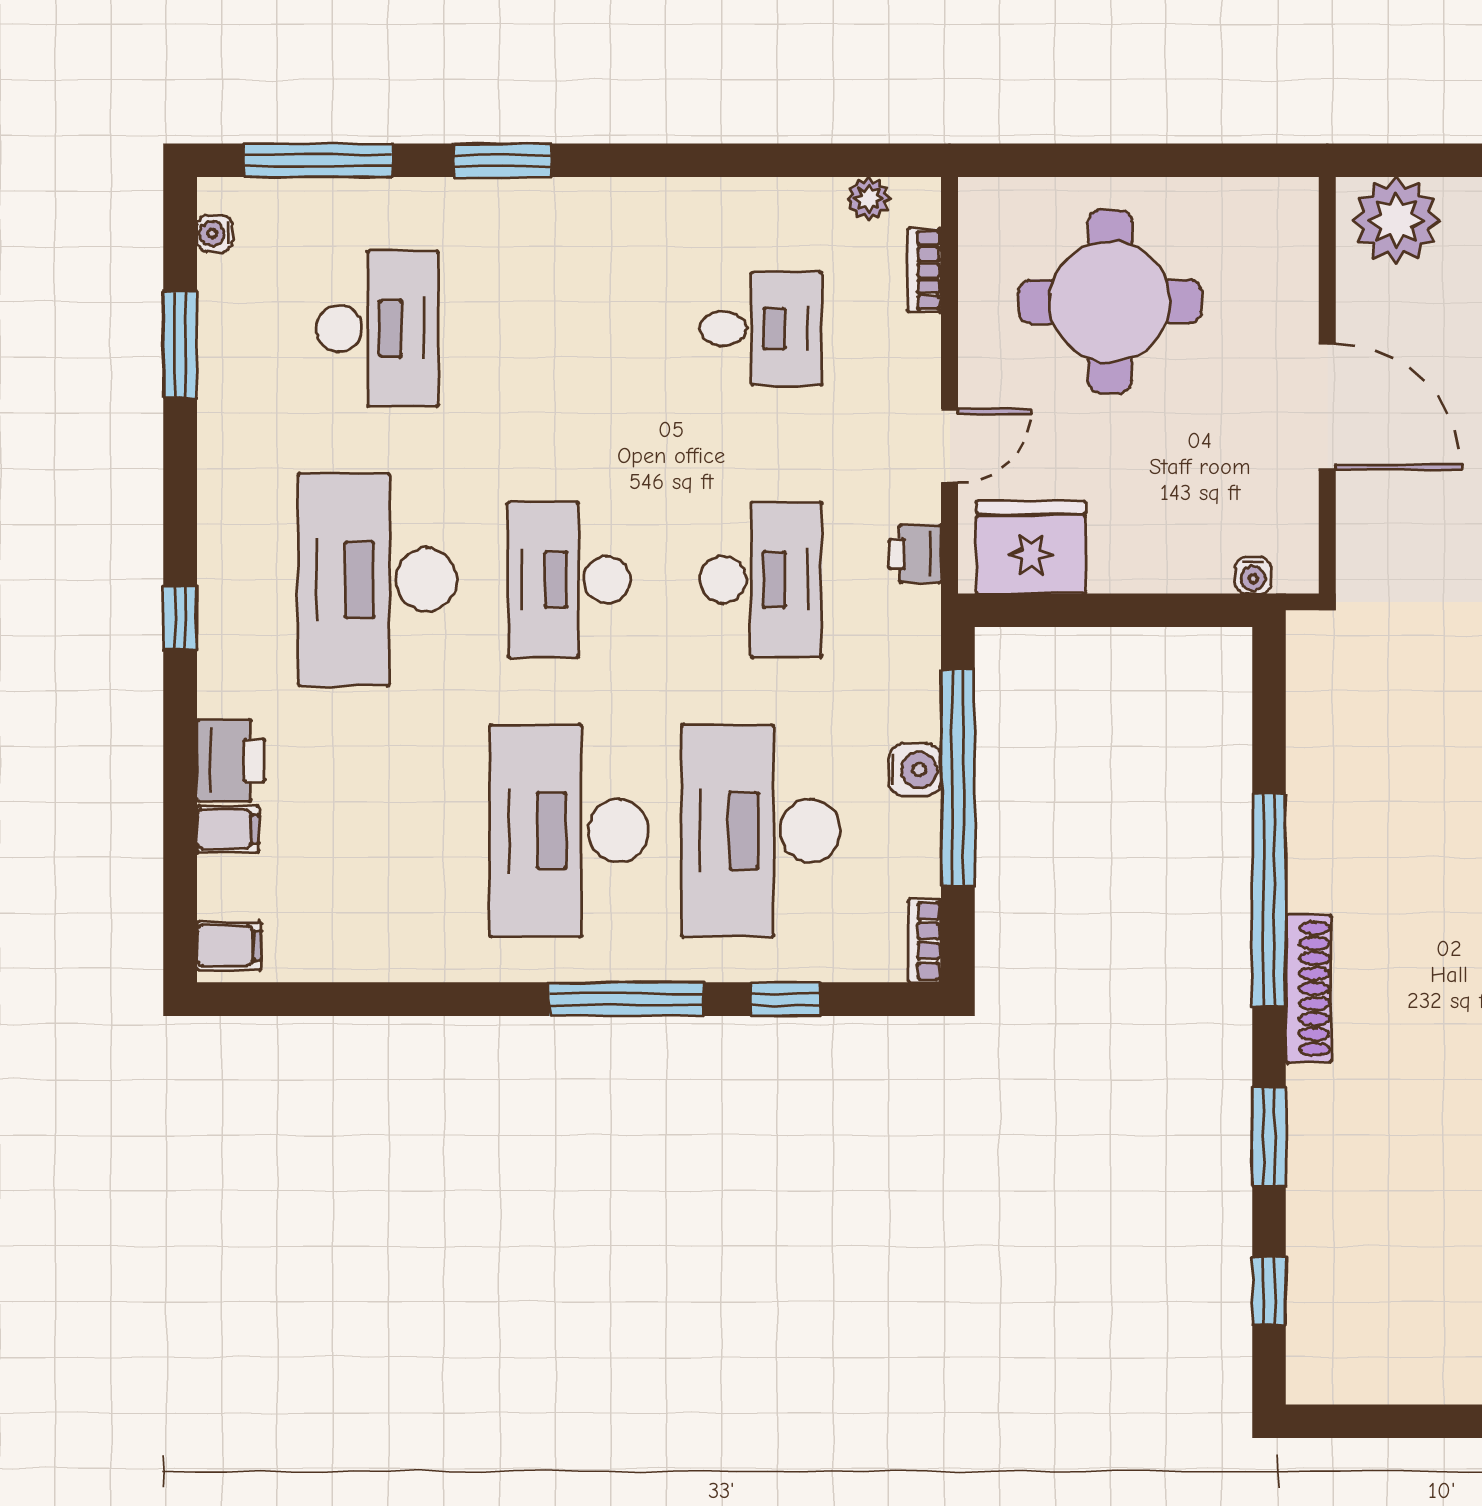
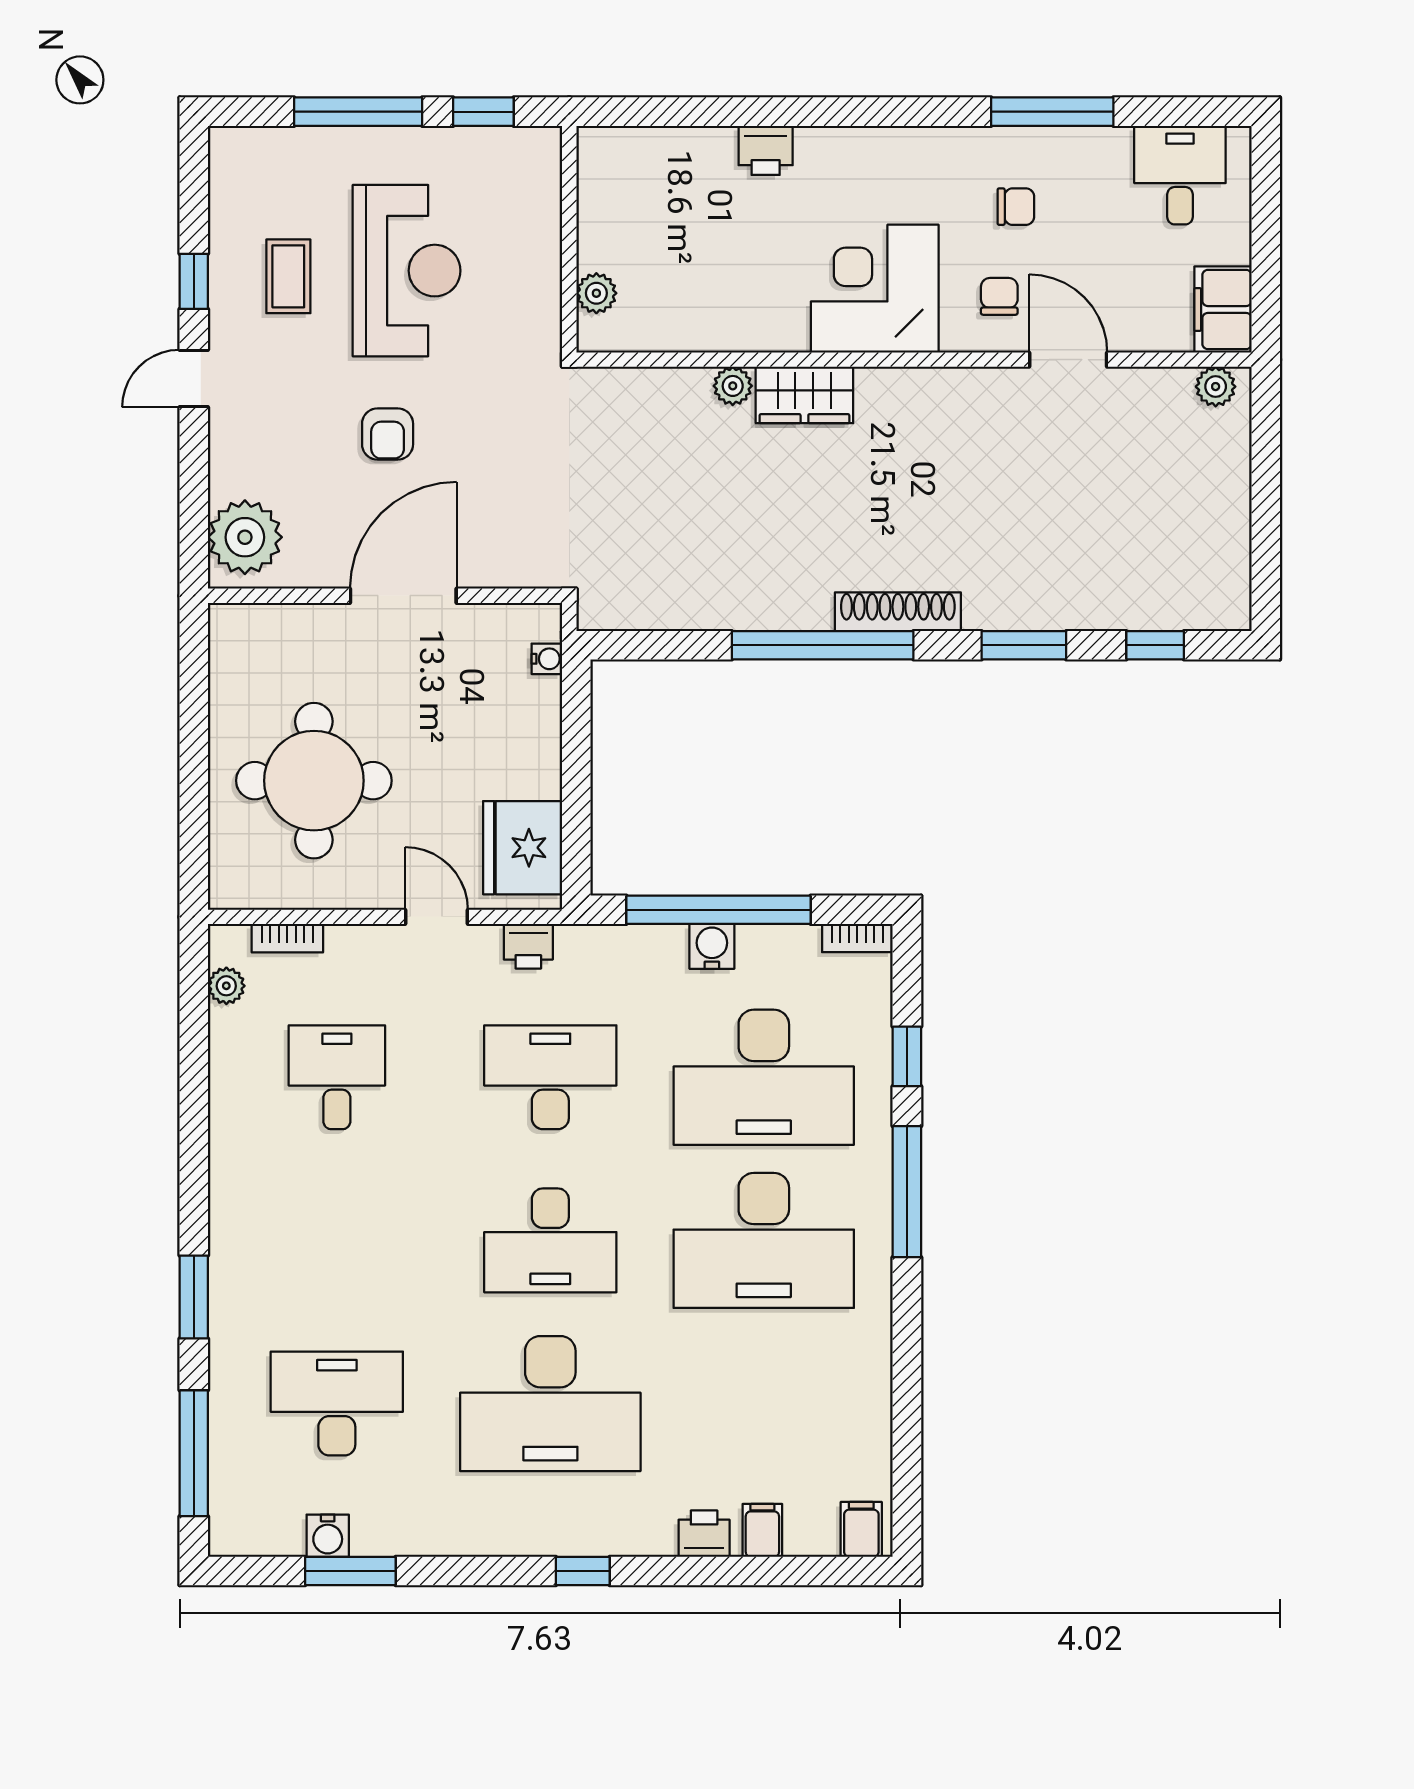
water cooler: (215, 233) -> (328, 1536), moved, width x1.38, depth x1.38
printer: (231, 760) -> (704, 1534), width x0.73, depth x0.81

